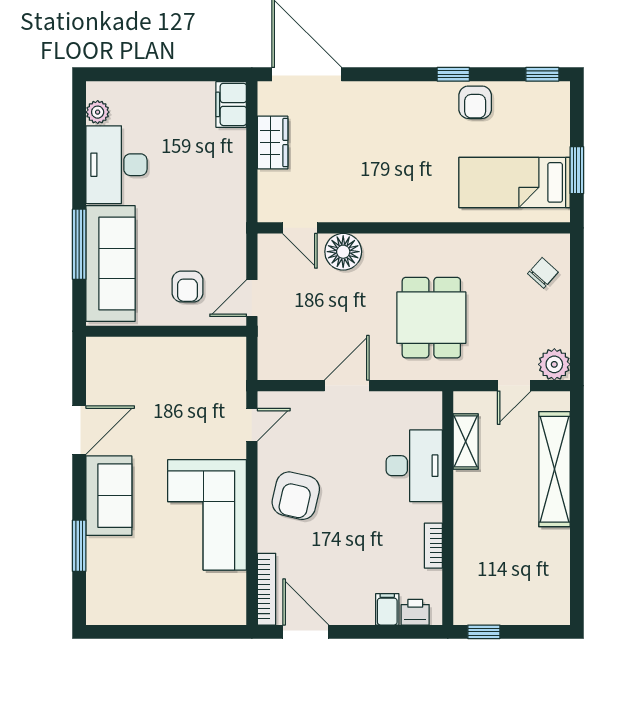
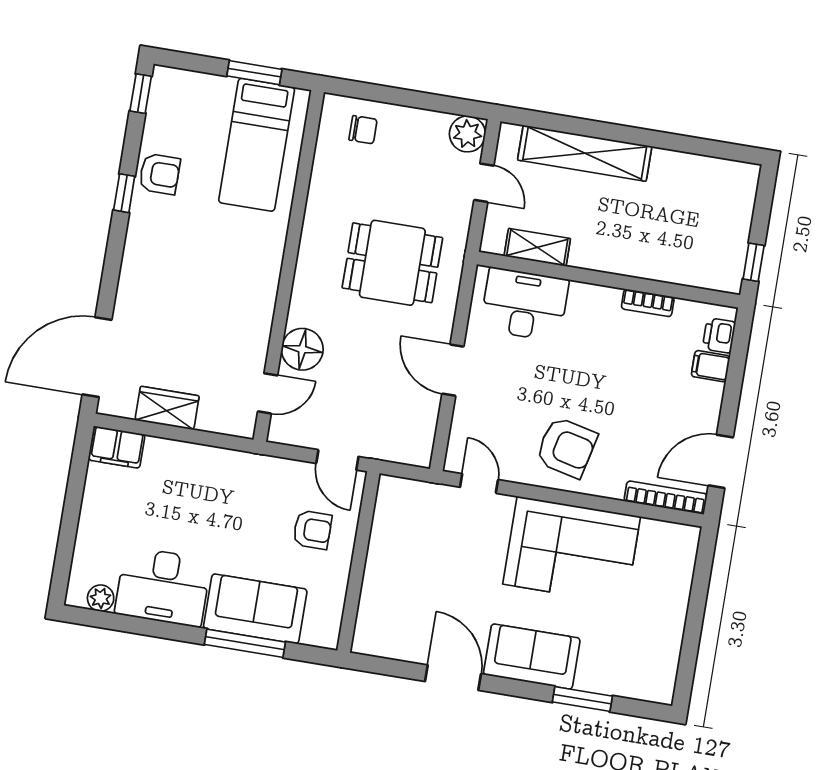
sofa: (111, 264) -> (255, 609), width x0.73
chair: (543, 273) -> (363, 130), turned 138
desk: (414, 466) -> (525, 304), moved

